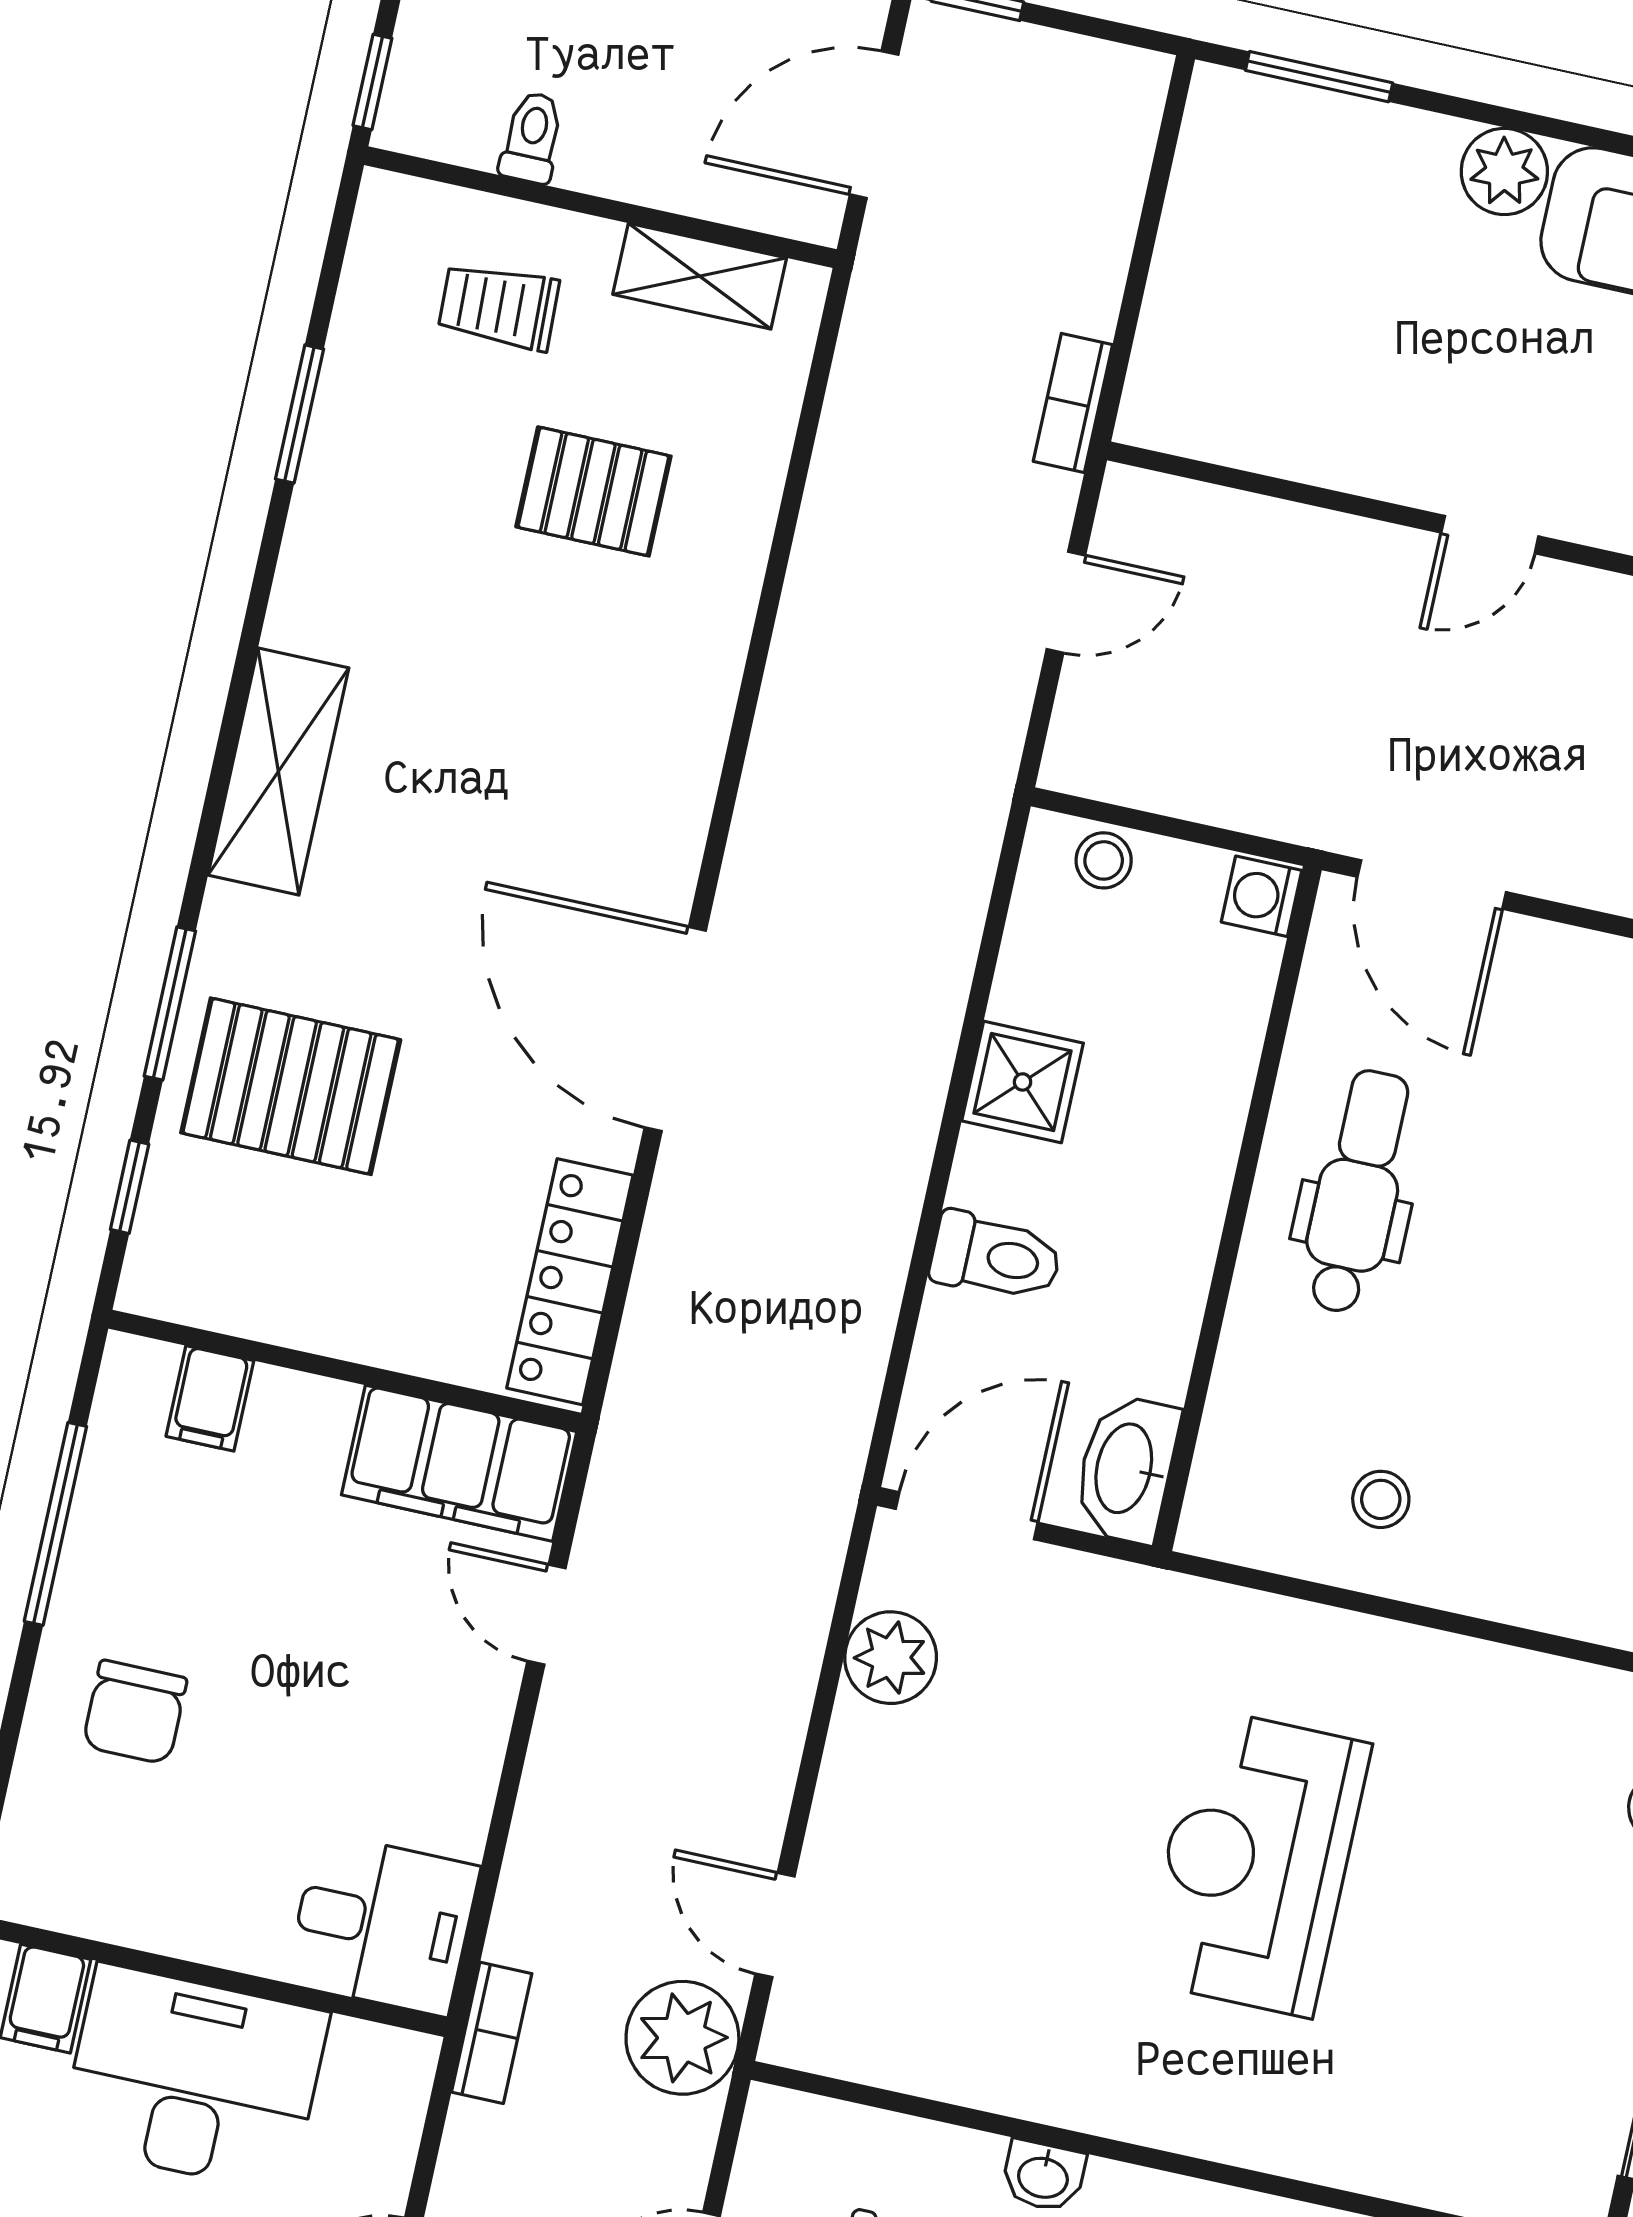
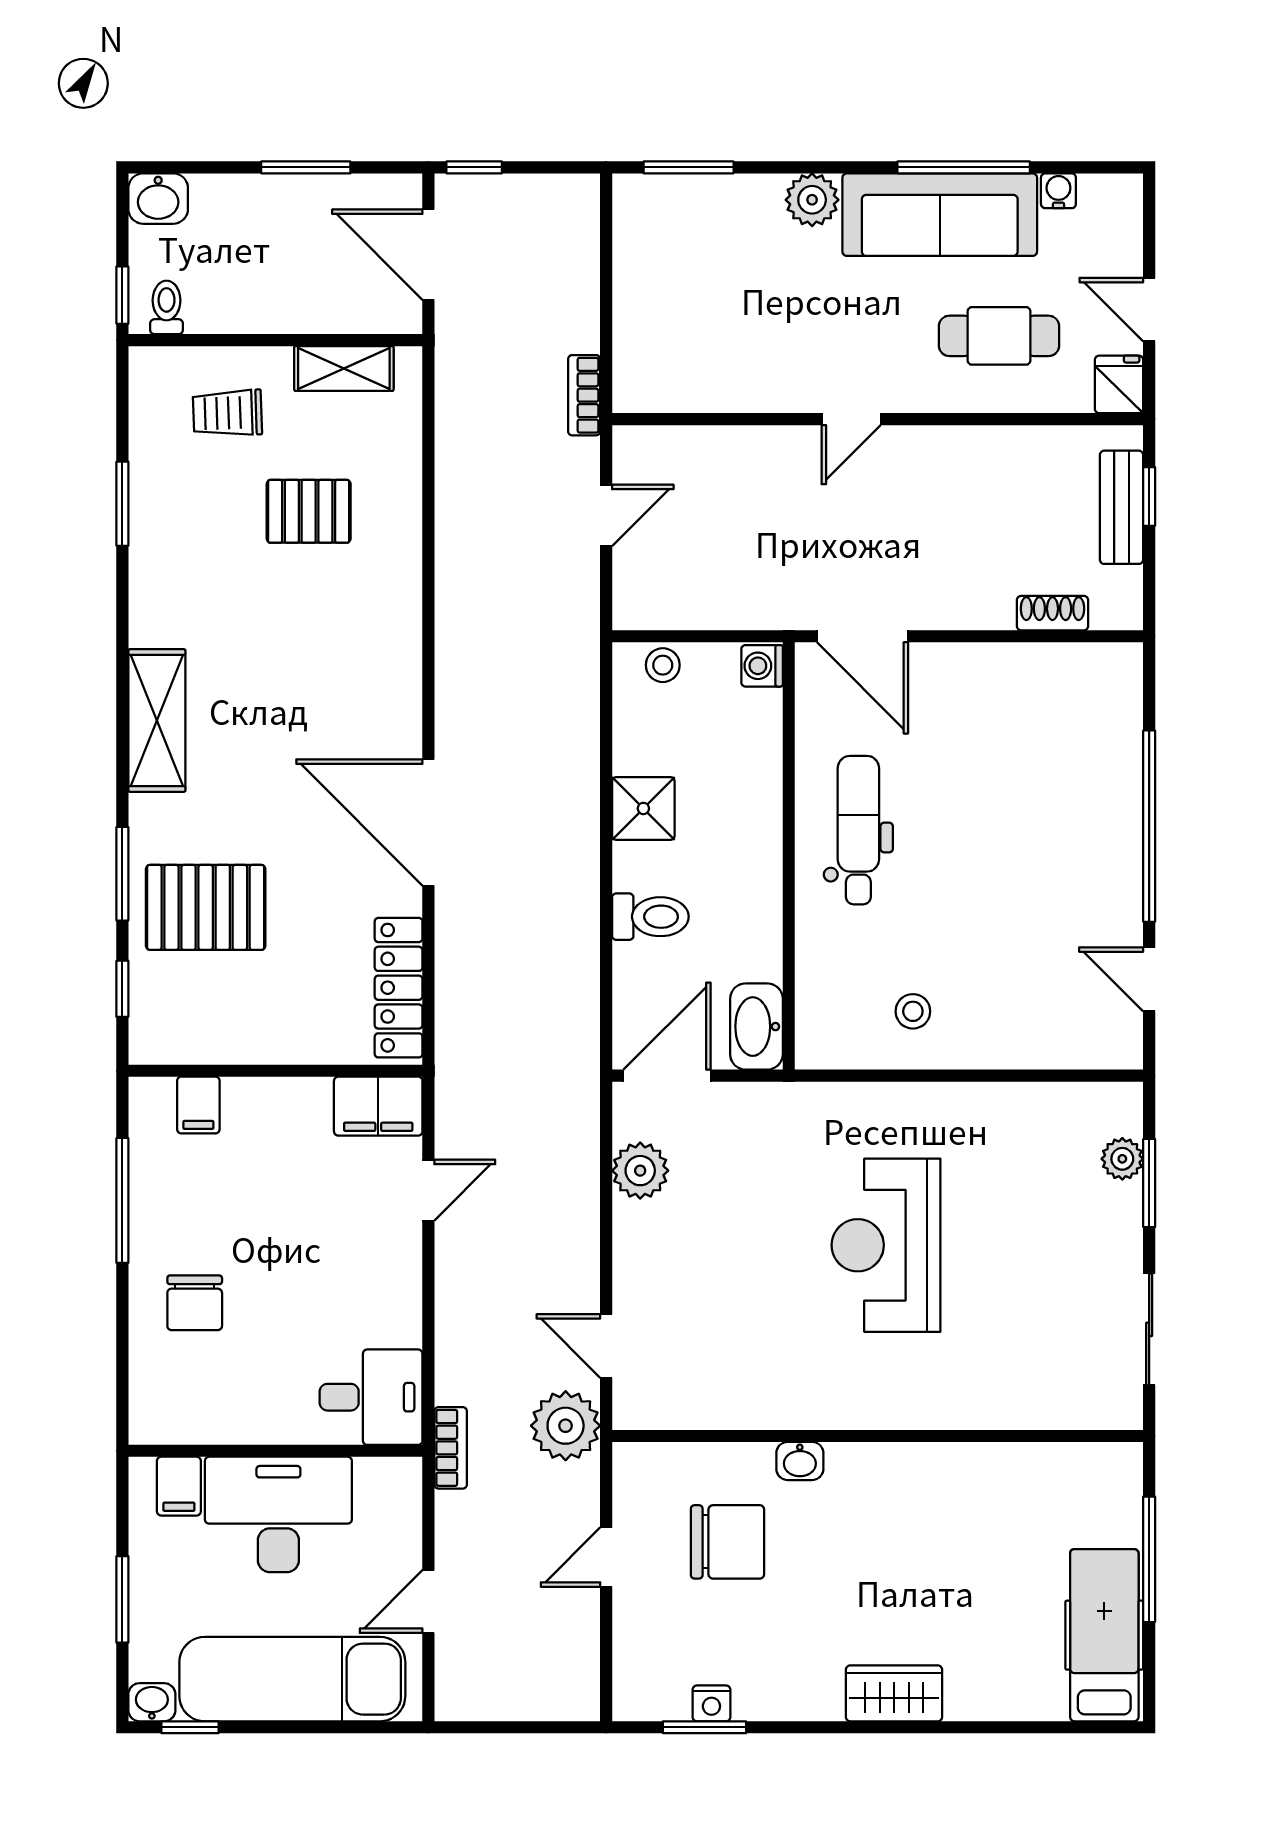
door: (874, 125) -> (428, 255), hinge flipped
toilet: (532, 137) -> (167, 307), moved
filing cabinet: (459, 1463) -> (378, 1106), width x0.67, depth x0.86
door: (547, 1615) -> (428, 1190), swing flipped

